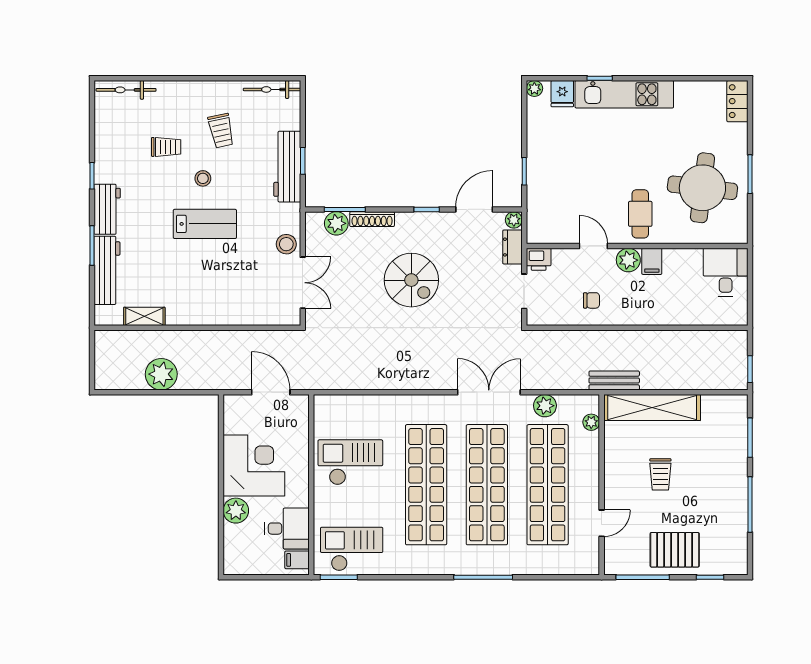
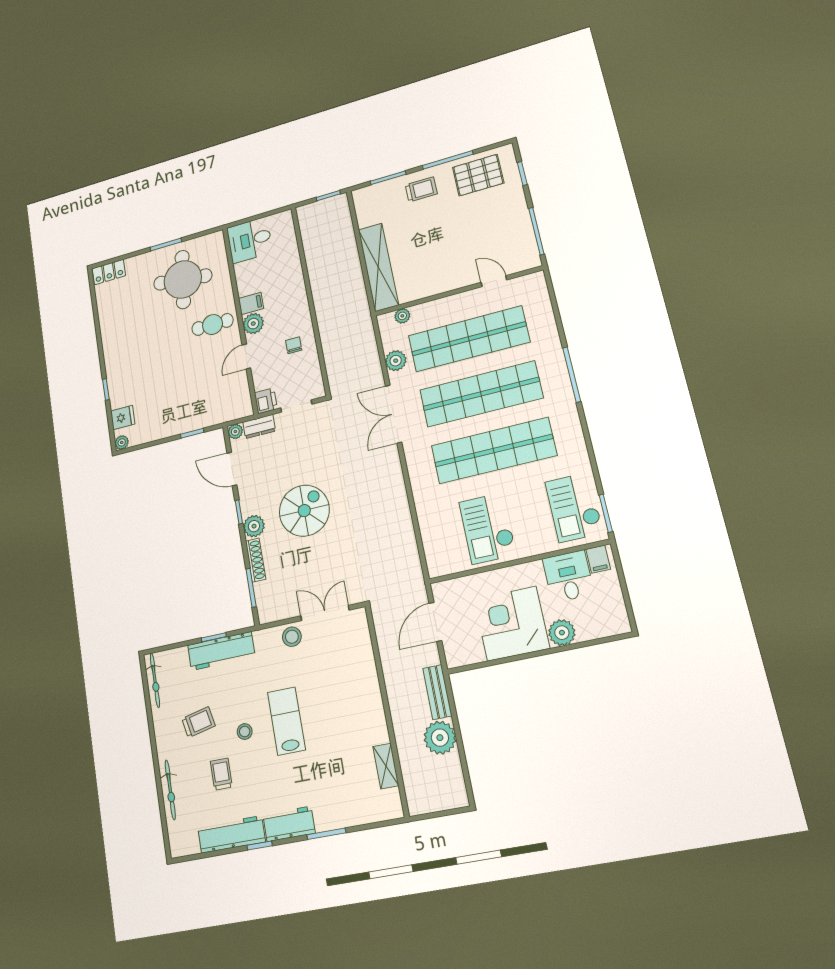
bicycle: (126, 90) -> (170, 790), moved
kitchen unit: (624, 94) -> (116, 365), removed
plant: (336, 223) -> (254, 526), moved
workbench: (107, 270) -> (231, 834), moved
bench: (614, 380) -> (437, 692), moved
trolley: (660, 474) -> (421, 189), moved
pallet: (675, 550) -> (478, 175), moved, turned 90

